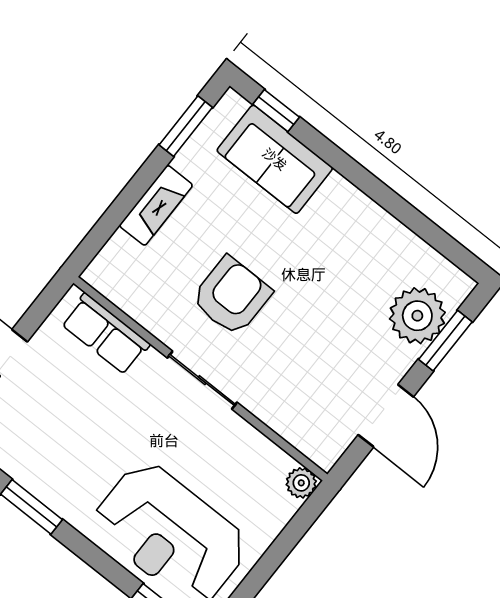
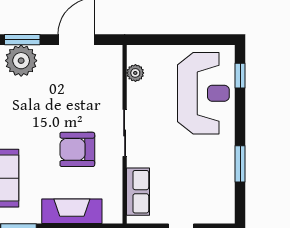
fireplace: (156, 205) -> (72, 211), width x1.37, depth x1.32
plant: (301, 483) -> (135, 73), moved

